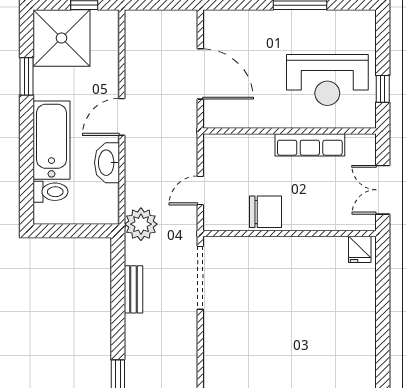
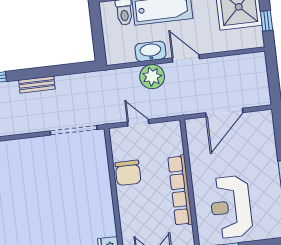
row of seats: (310, 145) -> (180, 190), width x1.36
plant: (141, 224) -> (152, 77), moved
bench: (134, 289) -> (37, 85), moved

